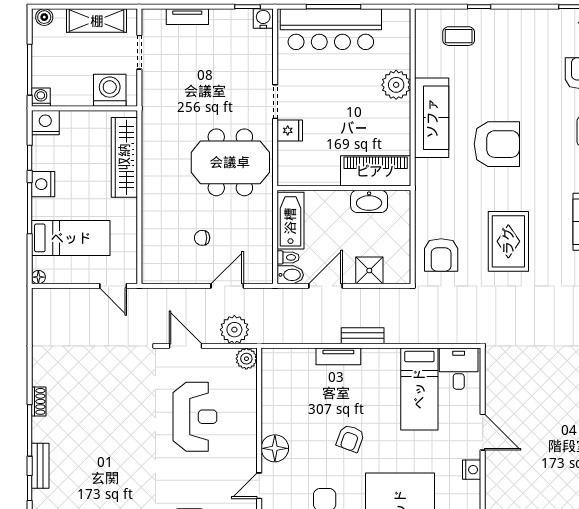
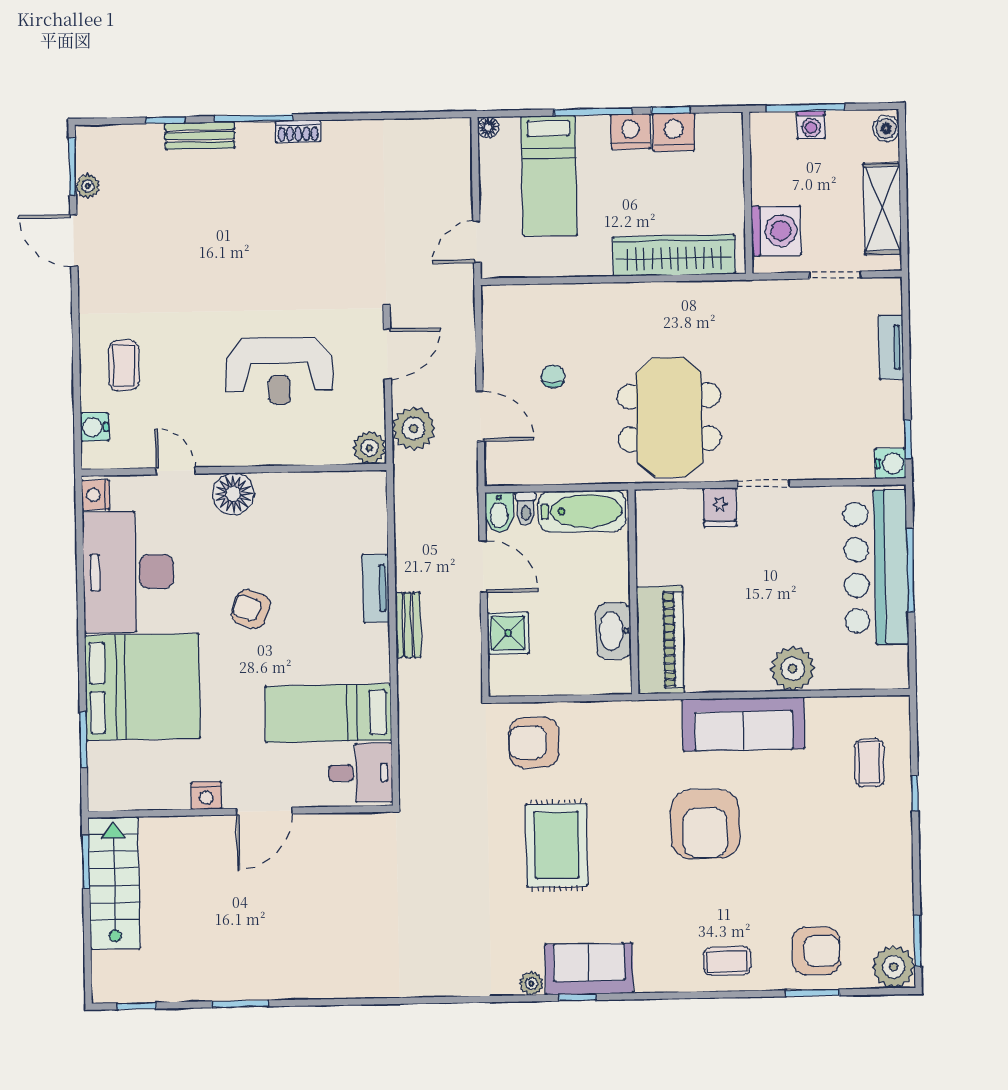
washing machine: (41, 97) -> (811, 125), moved, turned 90
nightstand: (45, 123) -> (674, 132), moved, turned -90
rug: (508, 241) -> (557, 845), turned 90

